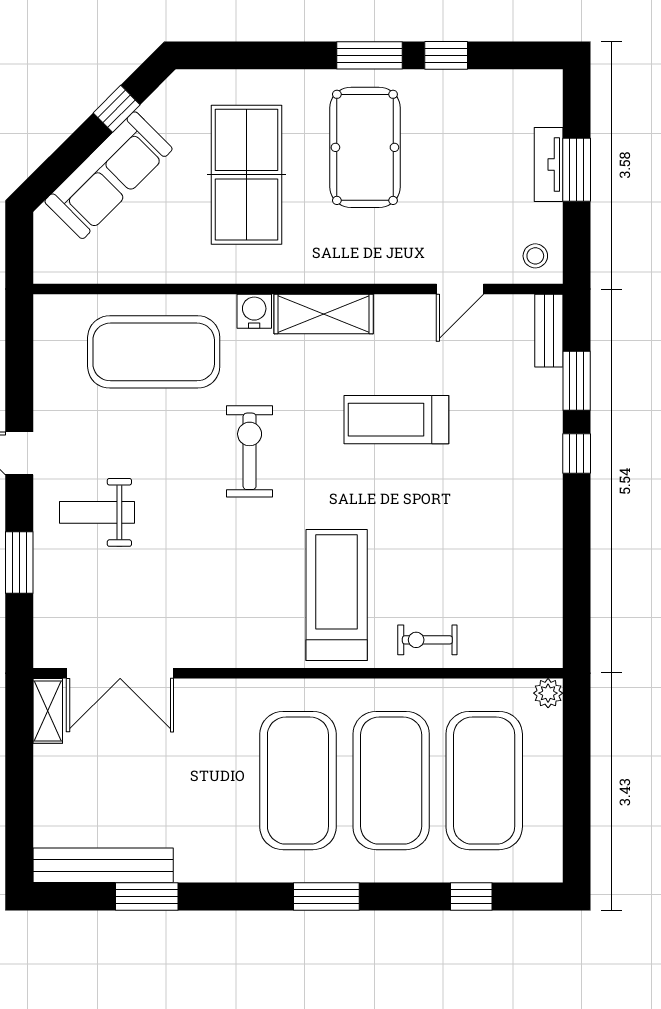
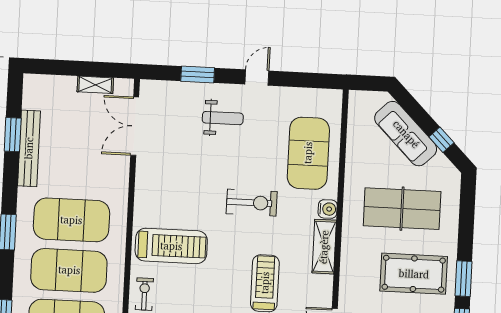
weight bench: (97, 512) -> (223, 118), turned 90
shelving: (48, 711) -> (95, 85), moved
bench: (103, 865) -> (29, 148), moved

